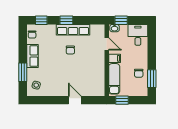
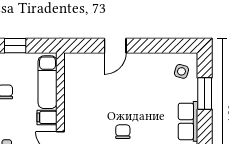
door: (75, 100) -> (115, 46), hinge flipped
window: (122, 100) -> (15, 46), moved

